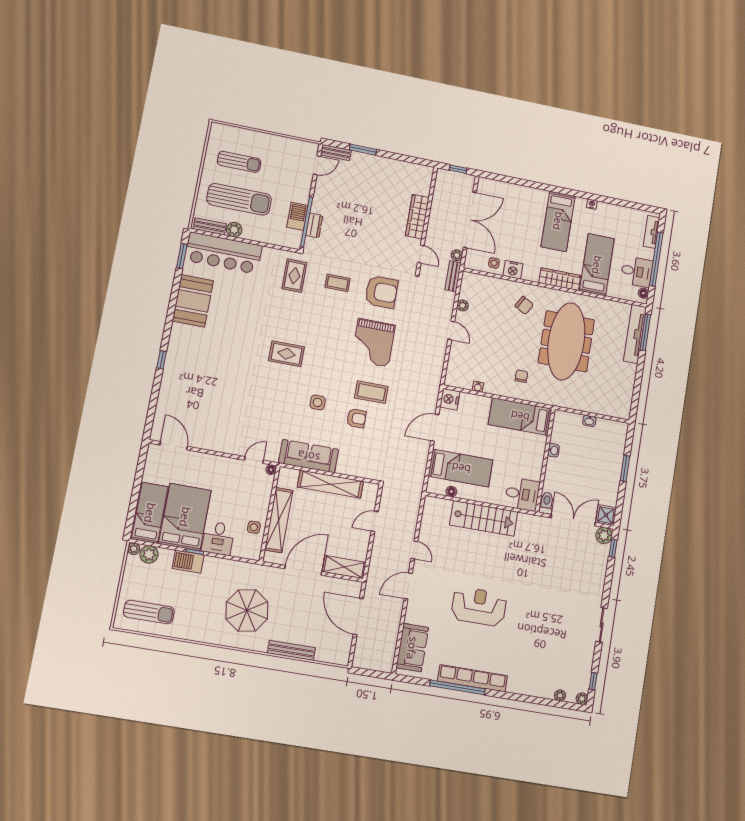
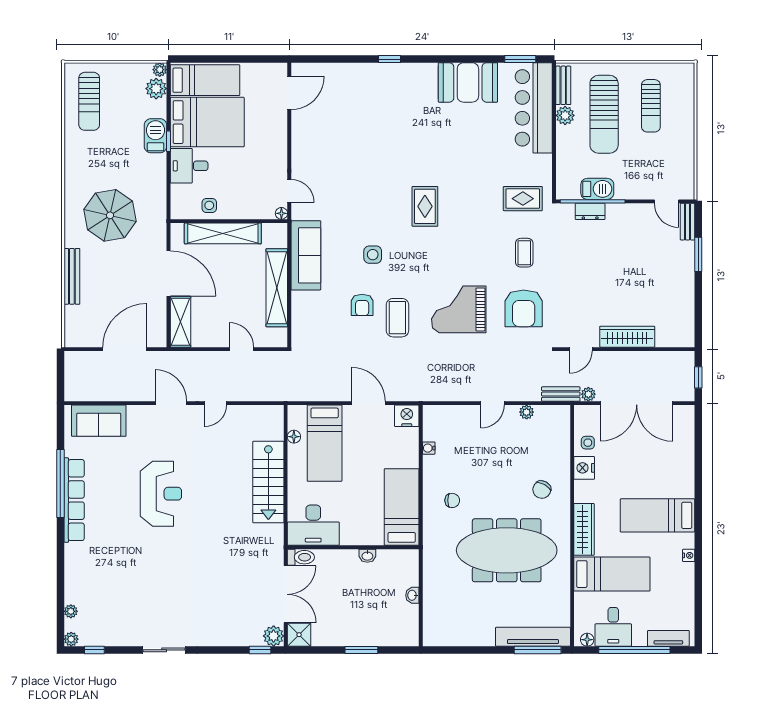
desk: (522, 494) -> (313, 525), width x1.37

